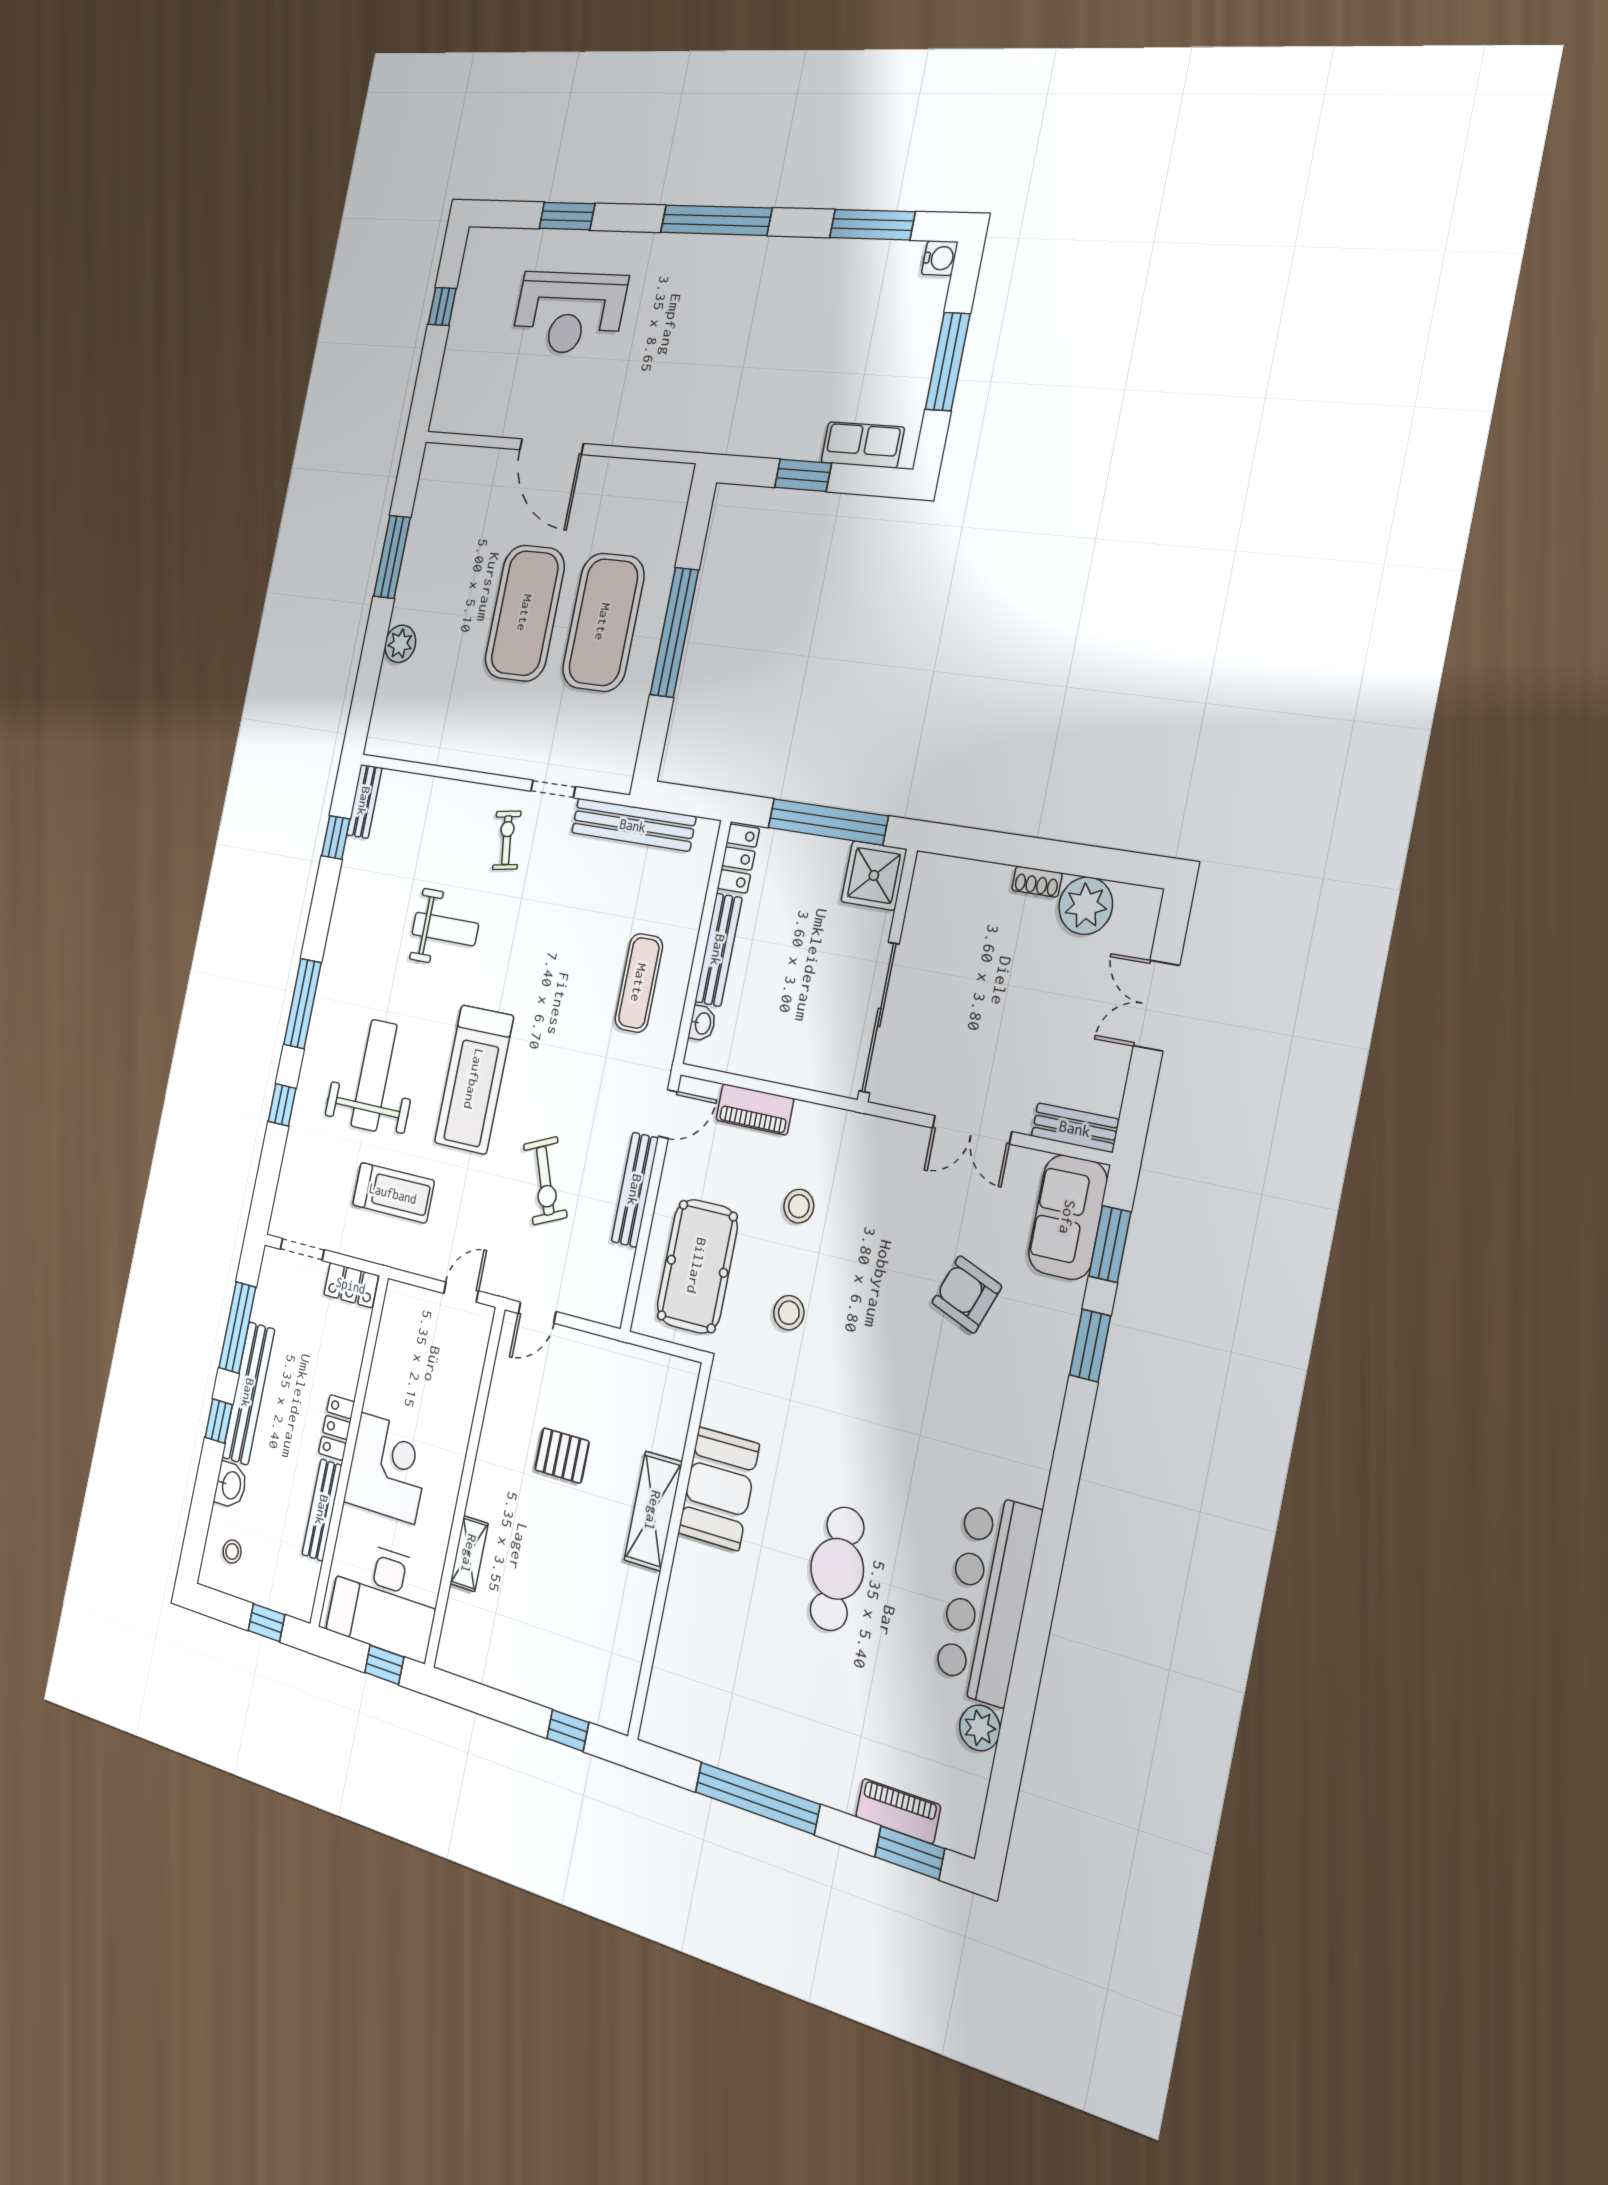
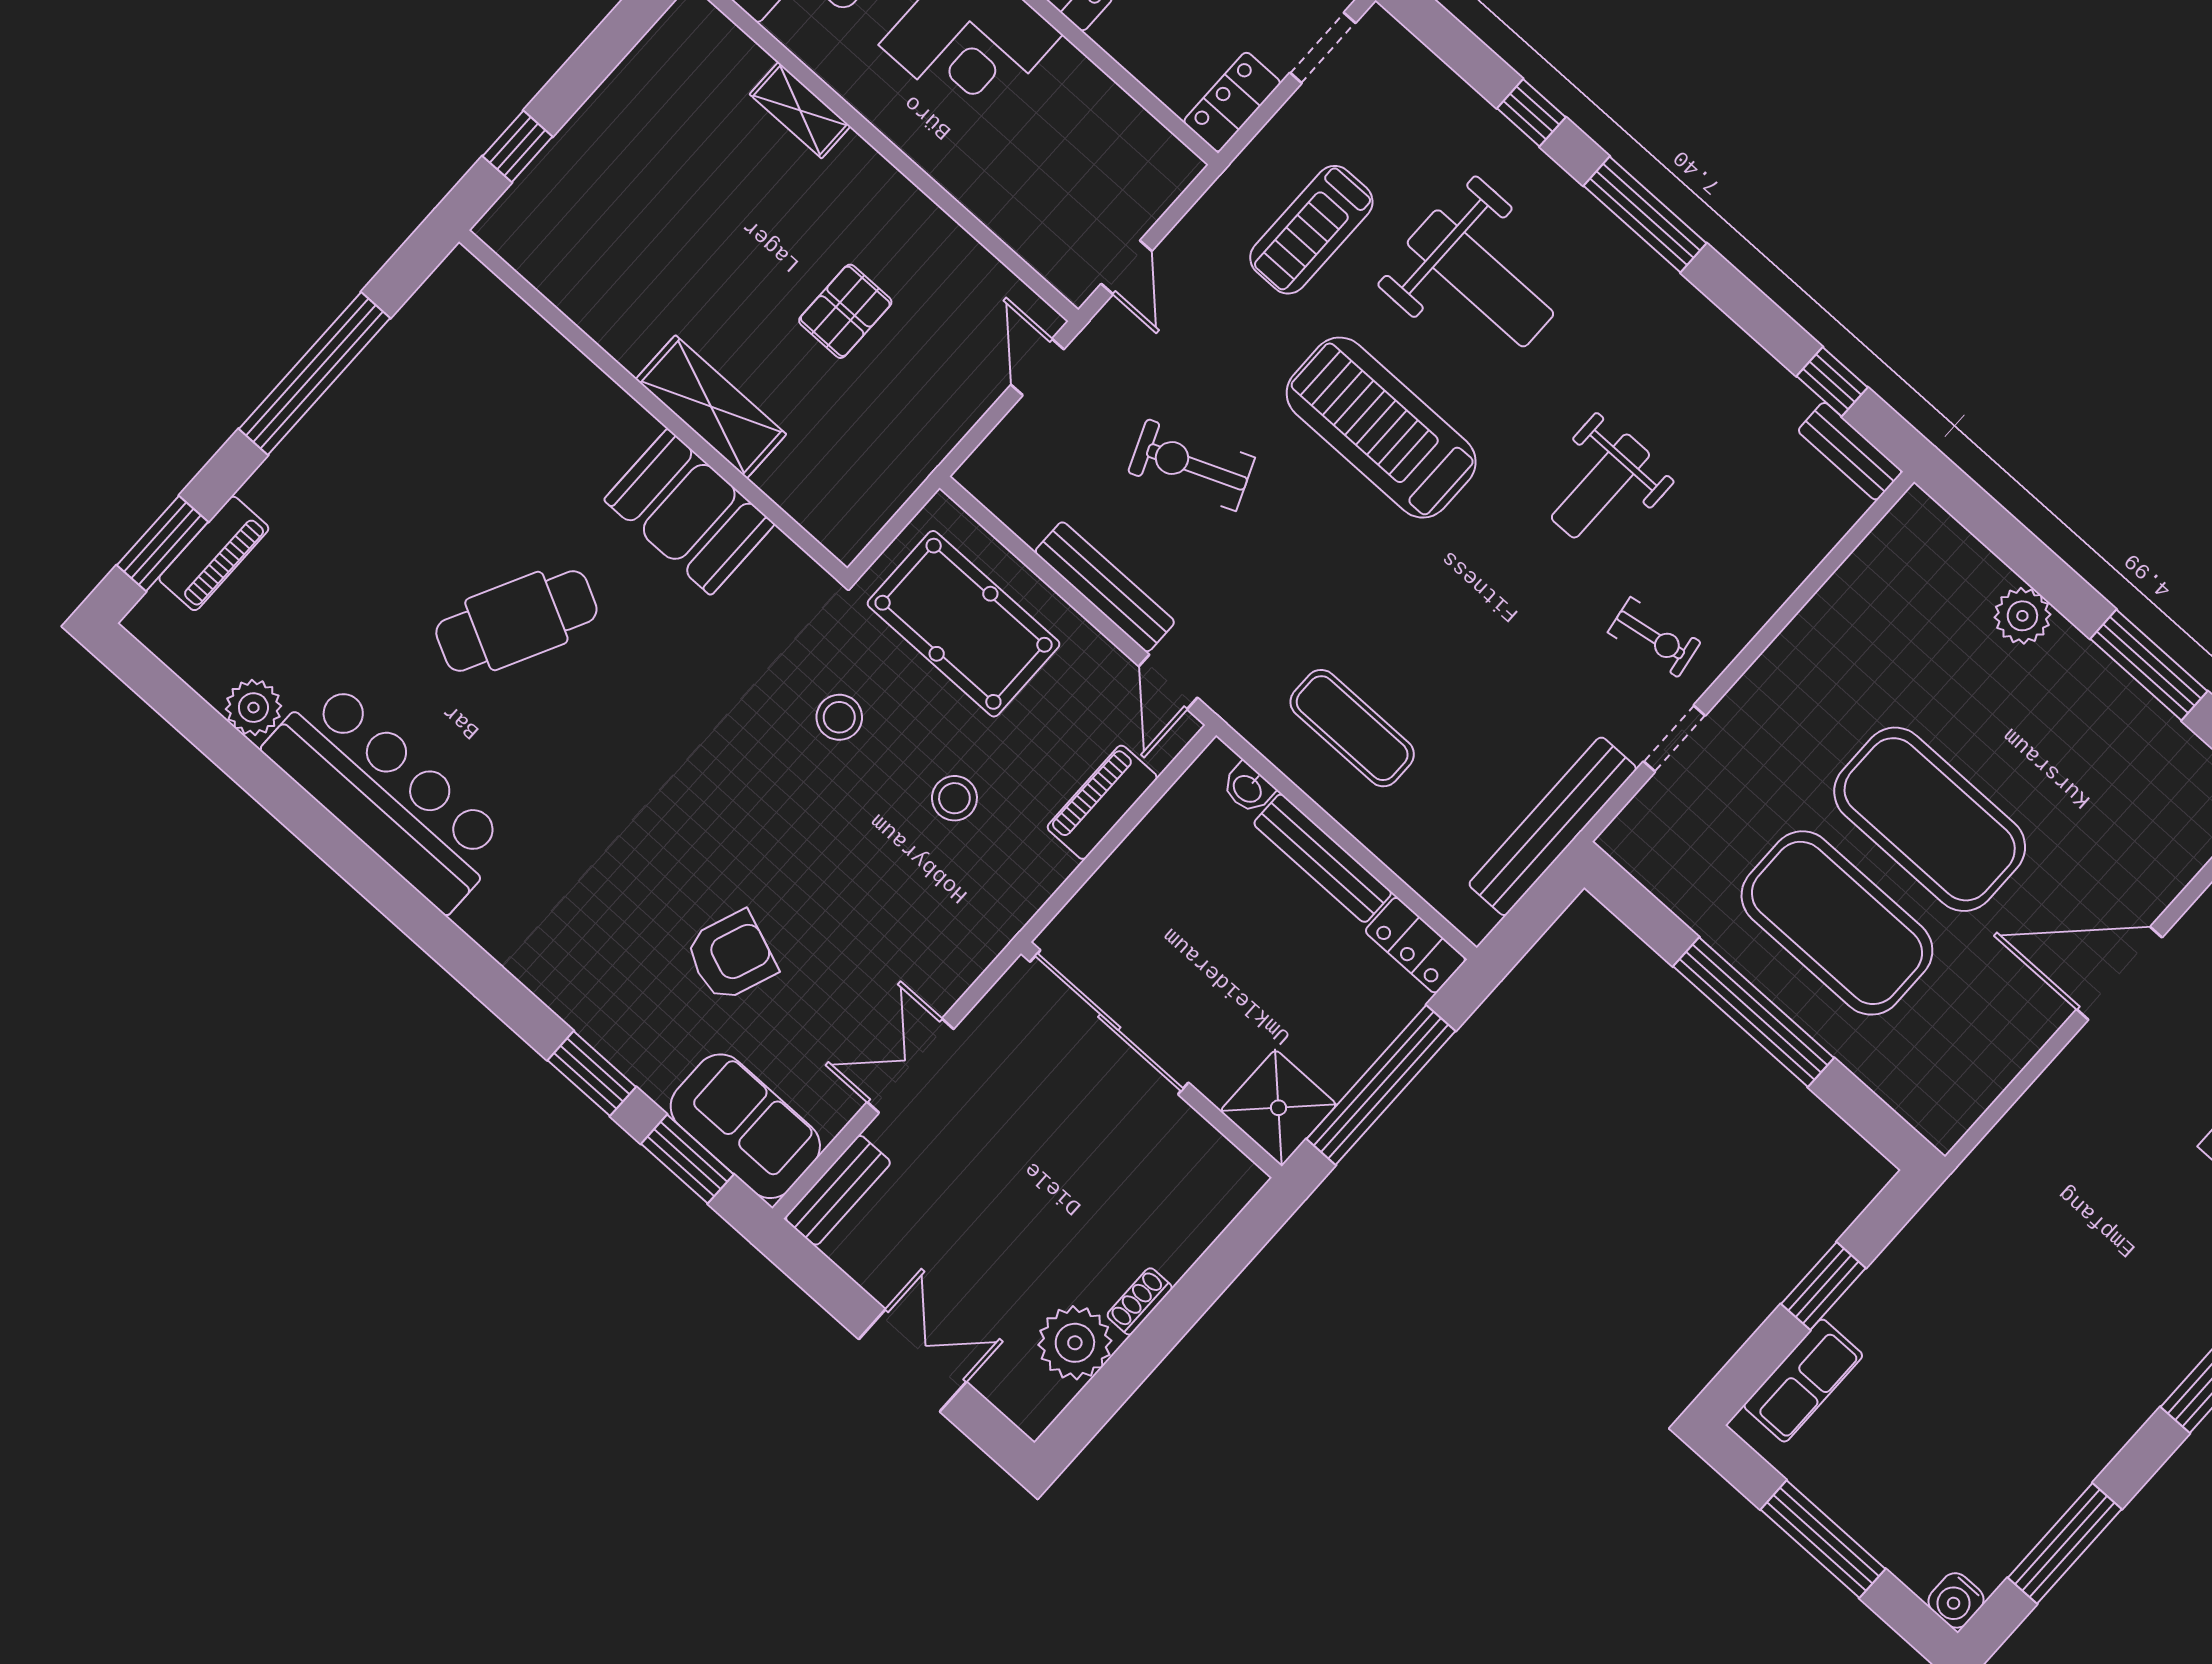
cafe table: (837, 1569) -> (516, 621), turned -63

